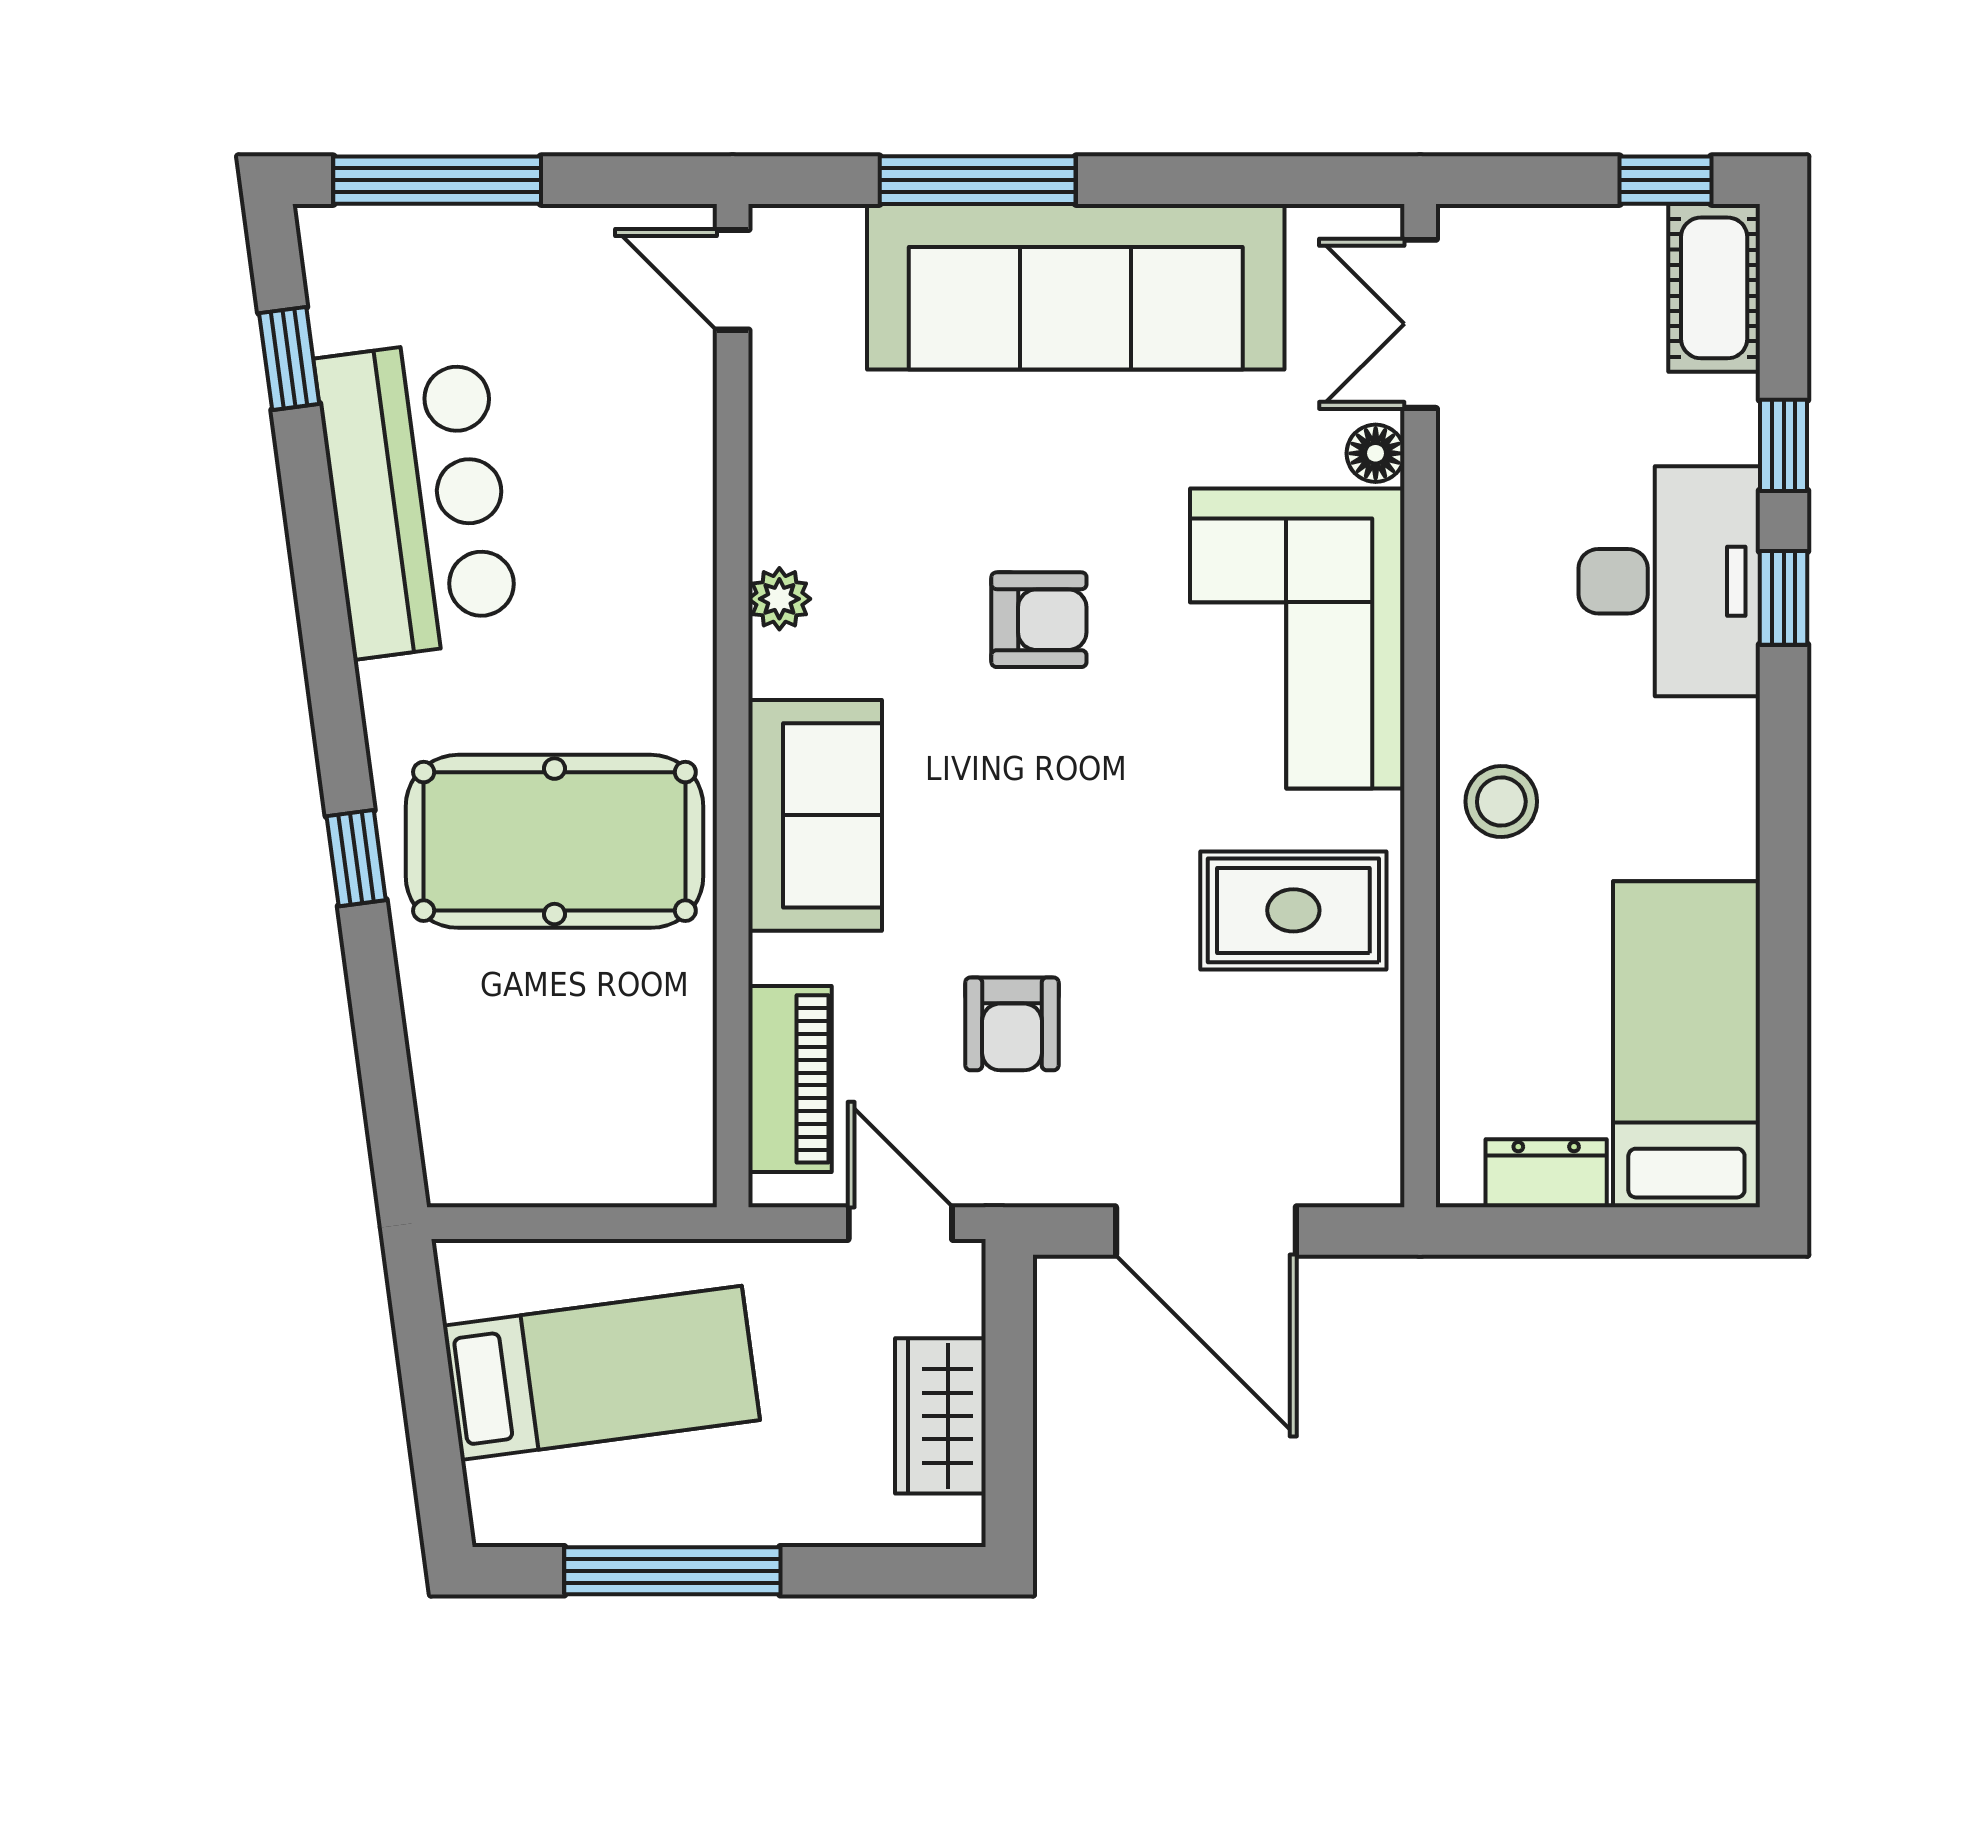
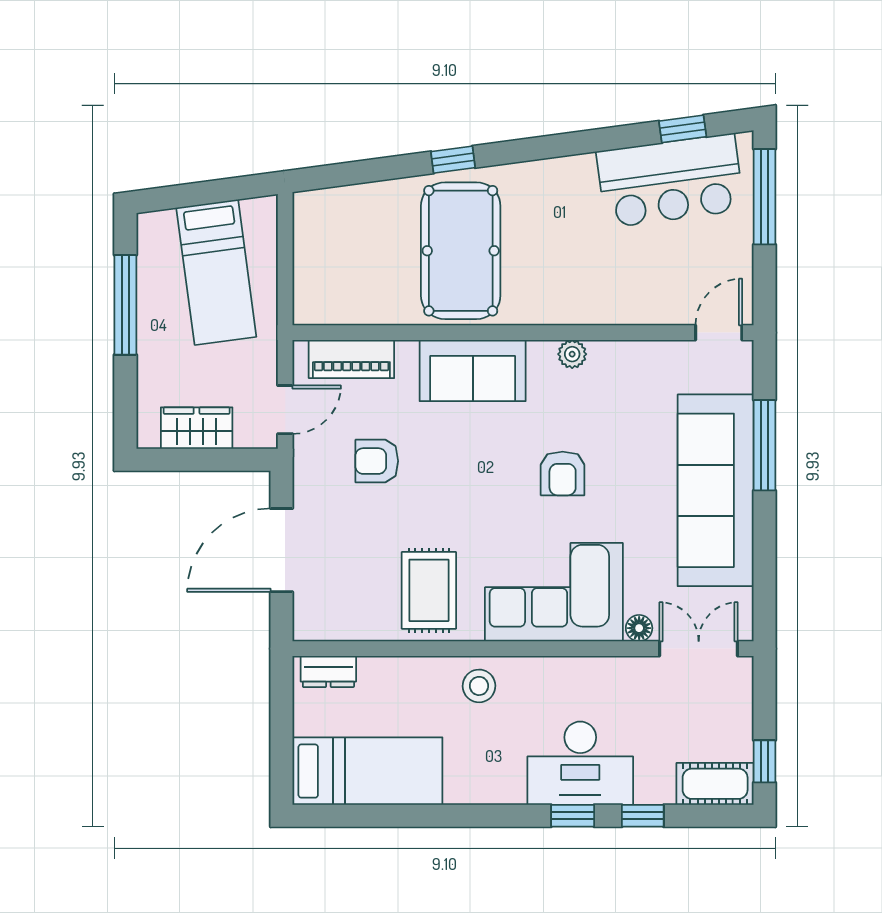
bar counter: (417, 498) -> (670, 181), moved
dresser: (1546, 1173) -> (328, 672), moved, turned 90

